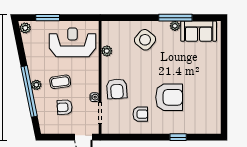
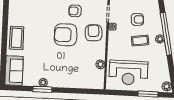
window: (175, 18) -> (42, 89), width x0.69
sofa: (199, 31) -> (14, 71), moved, turned 90
side table: (145, 40) -> (68, 72), removed
coffee table: (209, 78) -> (17, 38), added
armchair: (169, 97) -> (66, 35), moved

